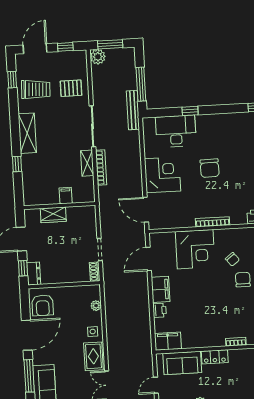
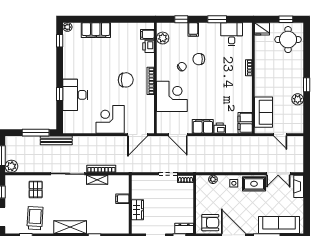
desk: (176, 131) -> (75, 95), moved
chair: (210, 168) -> (126, 80), moved
locker: (215, 357) -> (260, 86), removed

